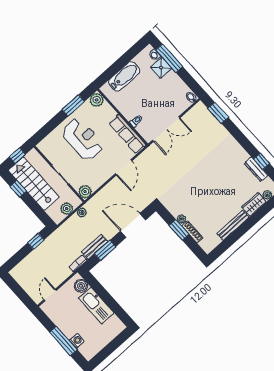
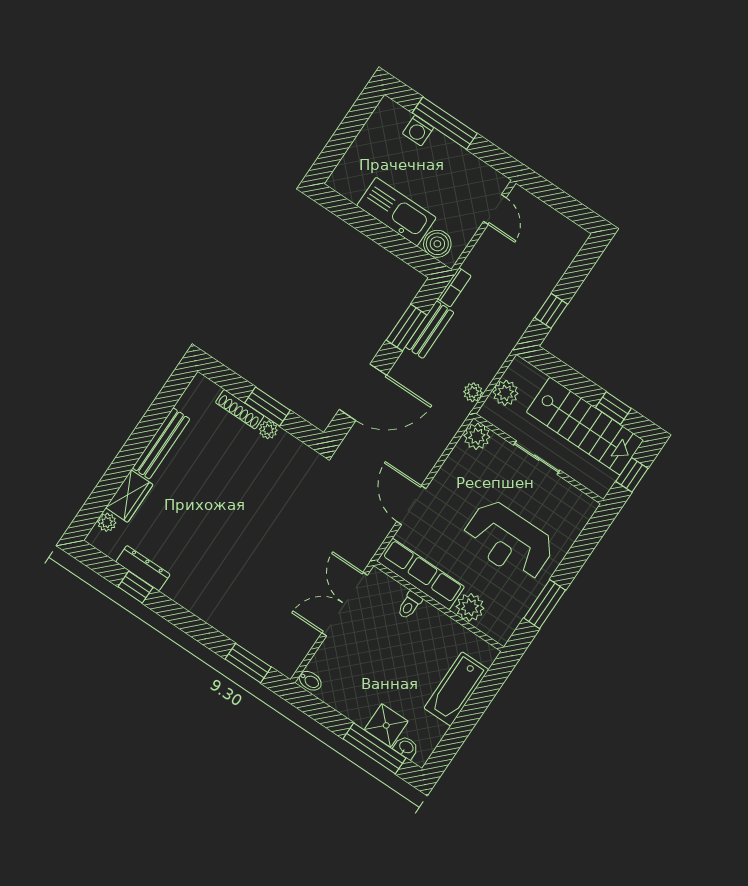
plant: (97, 100) -> (470, 607), moved

